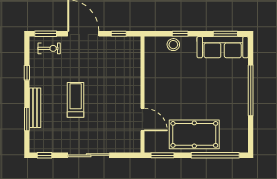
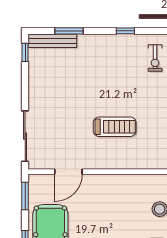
treadmill: (76, 100) -> (115, 127), moved
bench: (35, 108) -> (53, 41), moved
sliding door: (89, 155) -> (25, 136), moved

